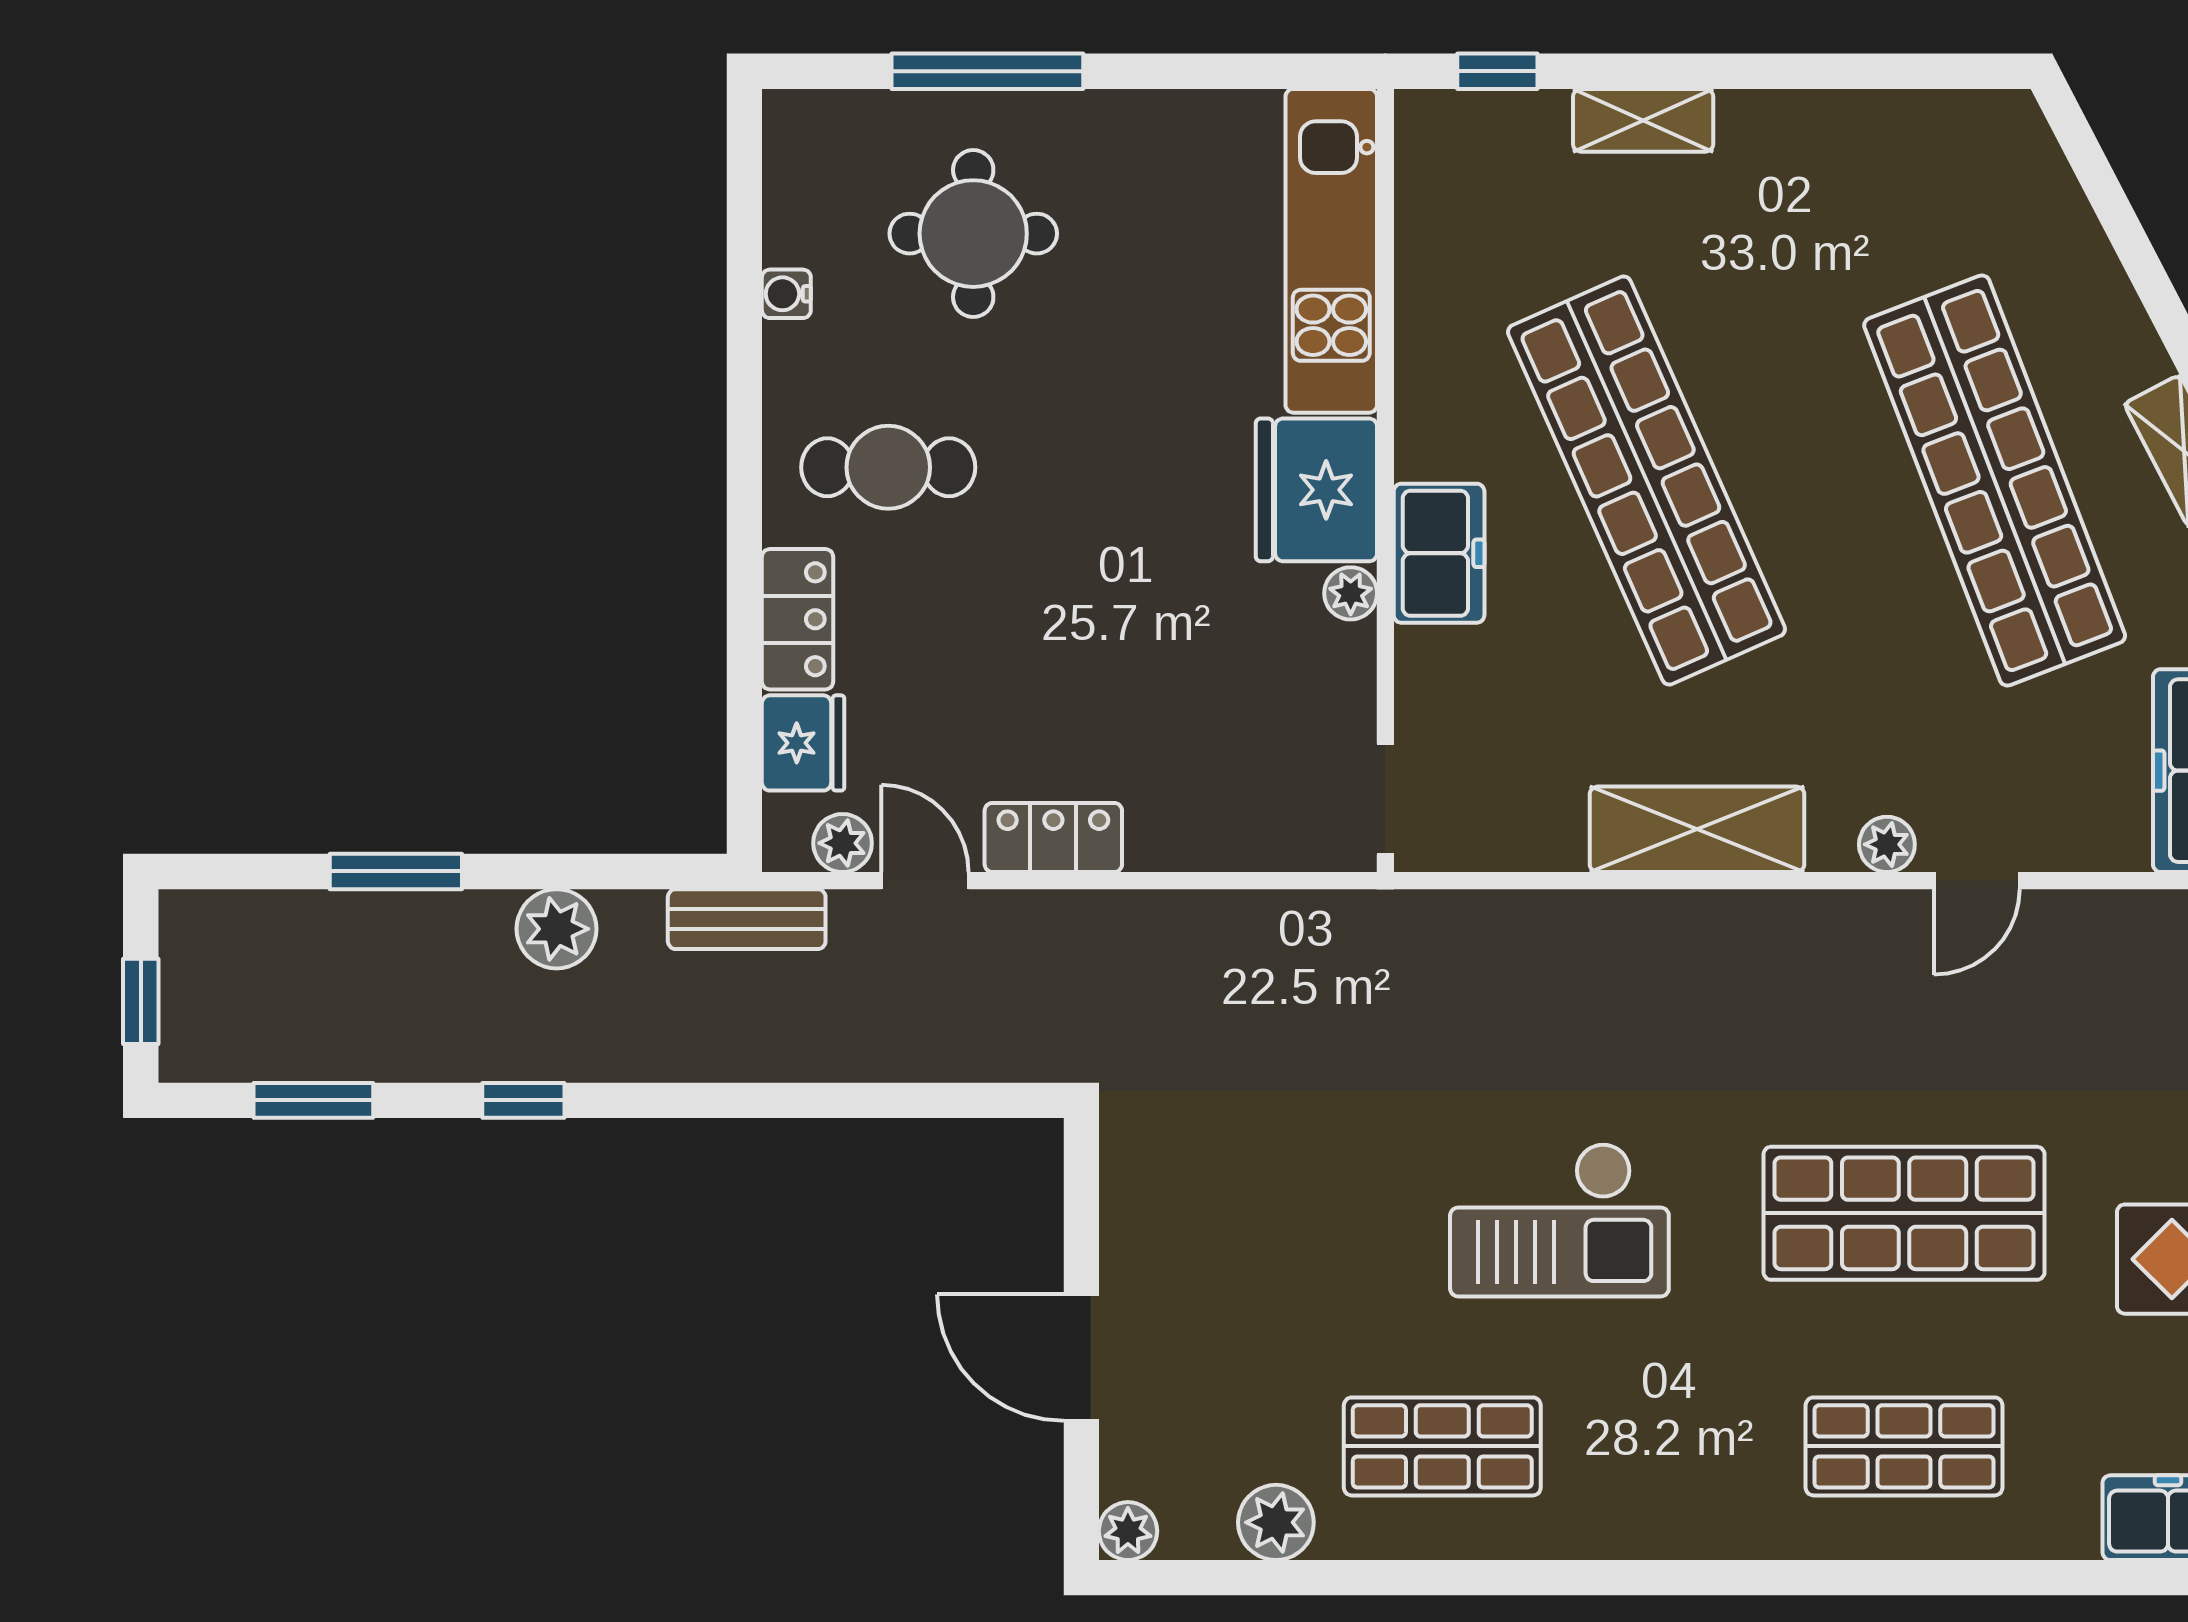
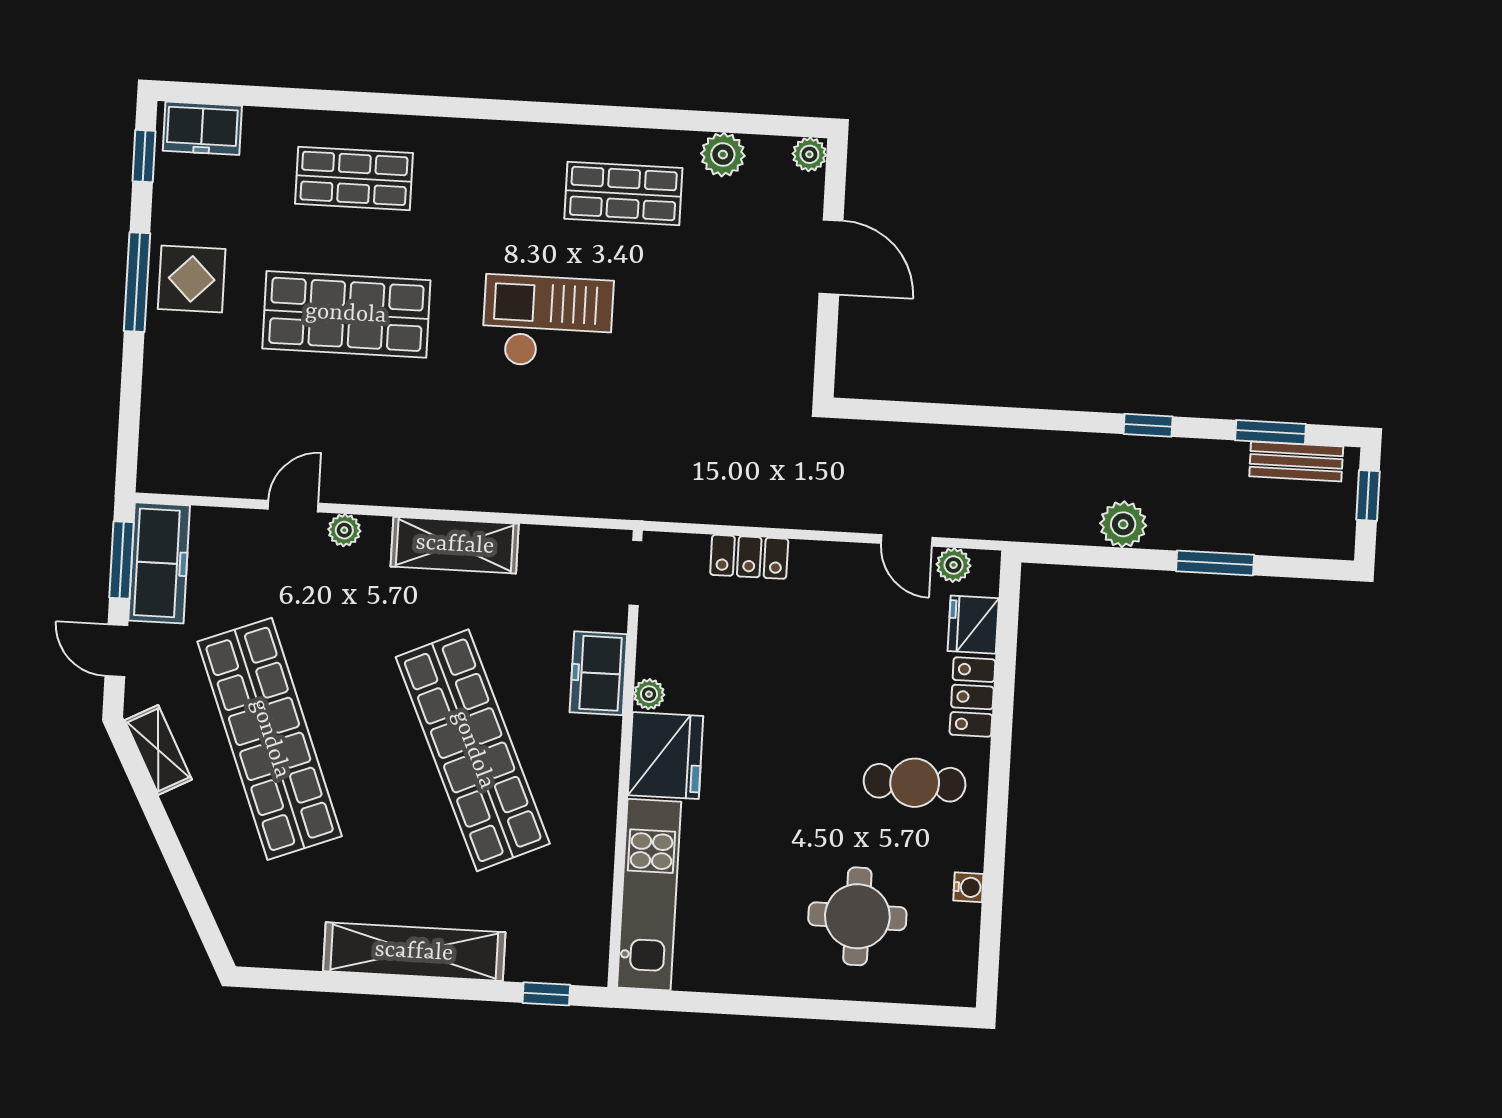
window: (987, 71) -> (844, 1010), removed
shelving: (1643, 120) -> (414, 952), width x2.20, depth x1.33
freezer: (1439, 553) -> (598, 673), moved
locker: (1053, 838) -> (749, 557), moved
bench: (747, 919) -> (1296, 461), moved

